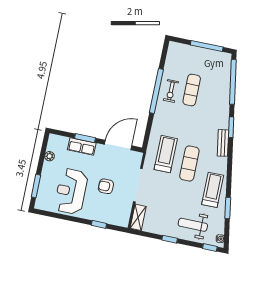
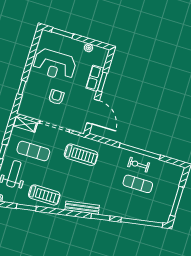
bench: (223, 143) -> (82, 208), width x1.36
exercise mat: (189, 163) -> (33, 151), moved
reception desk: (71, 191) -> (55, 65), turned 180

